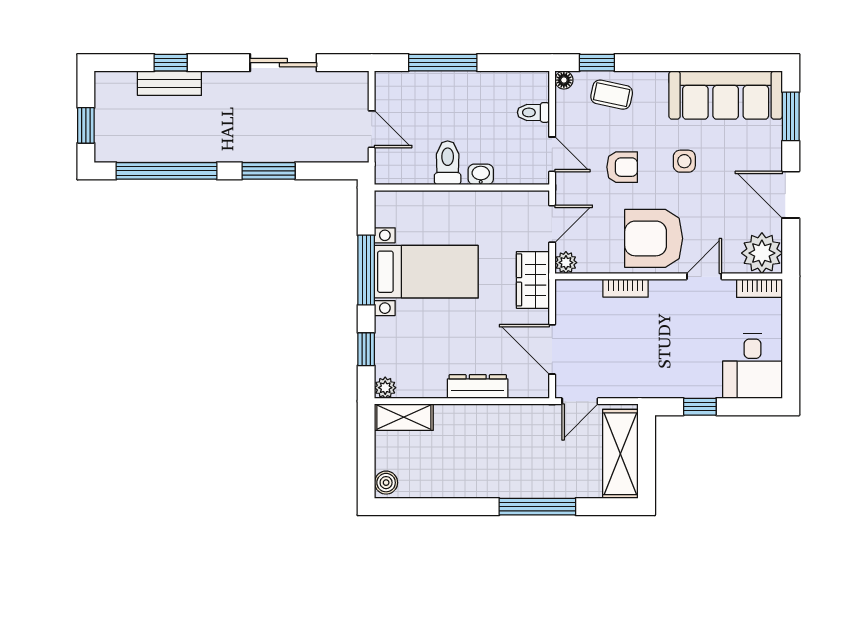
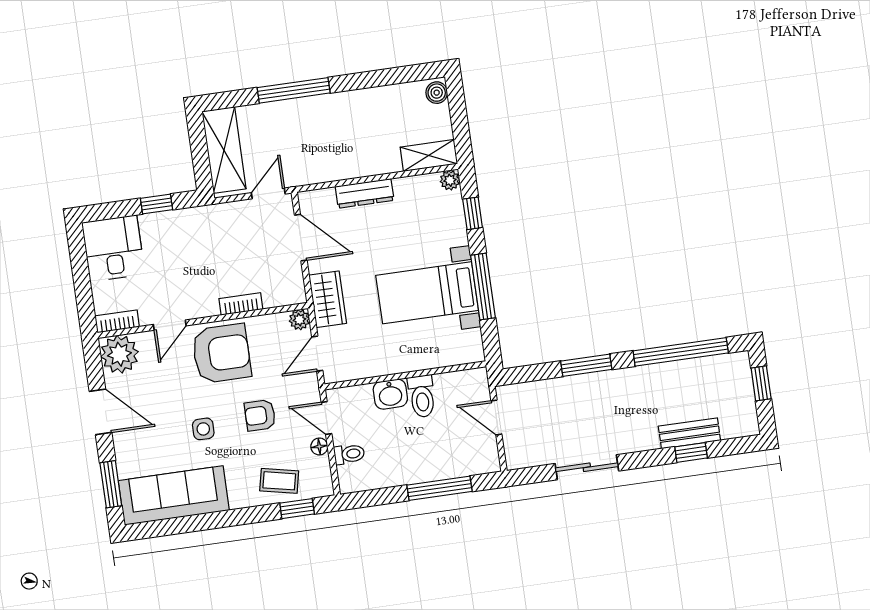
floor lamp: (564, 80) -> (319, 446), moved
washbasin: (481, 174) -> (390, 394), width x1.38, depth x1.45

